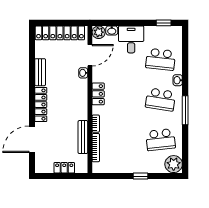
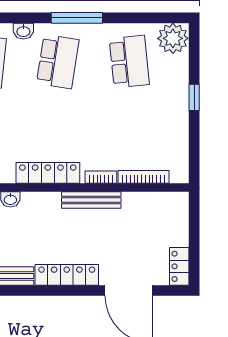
locker: (98, 94) -> (48, 173), width x1.53
bench: (83, 137) -> (91, 200), moved
locker: (64, 168) -> (179, 266), moved

